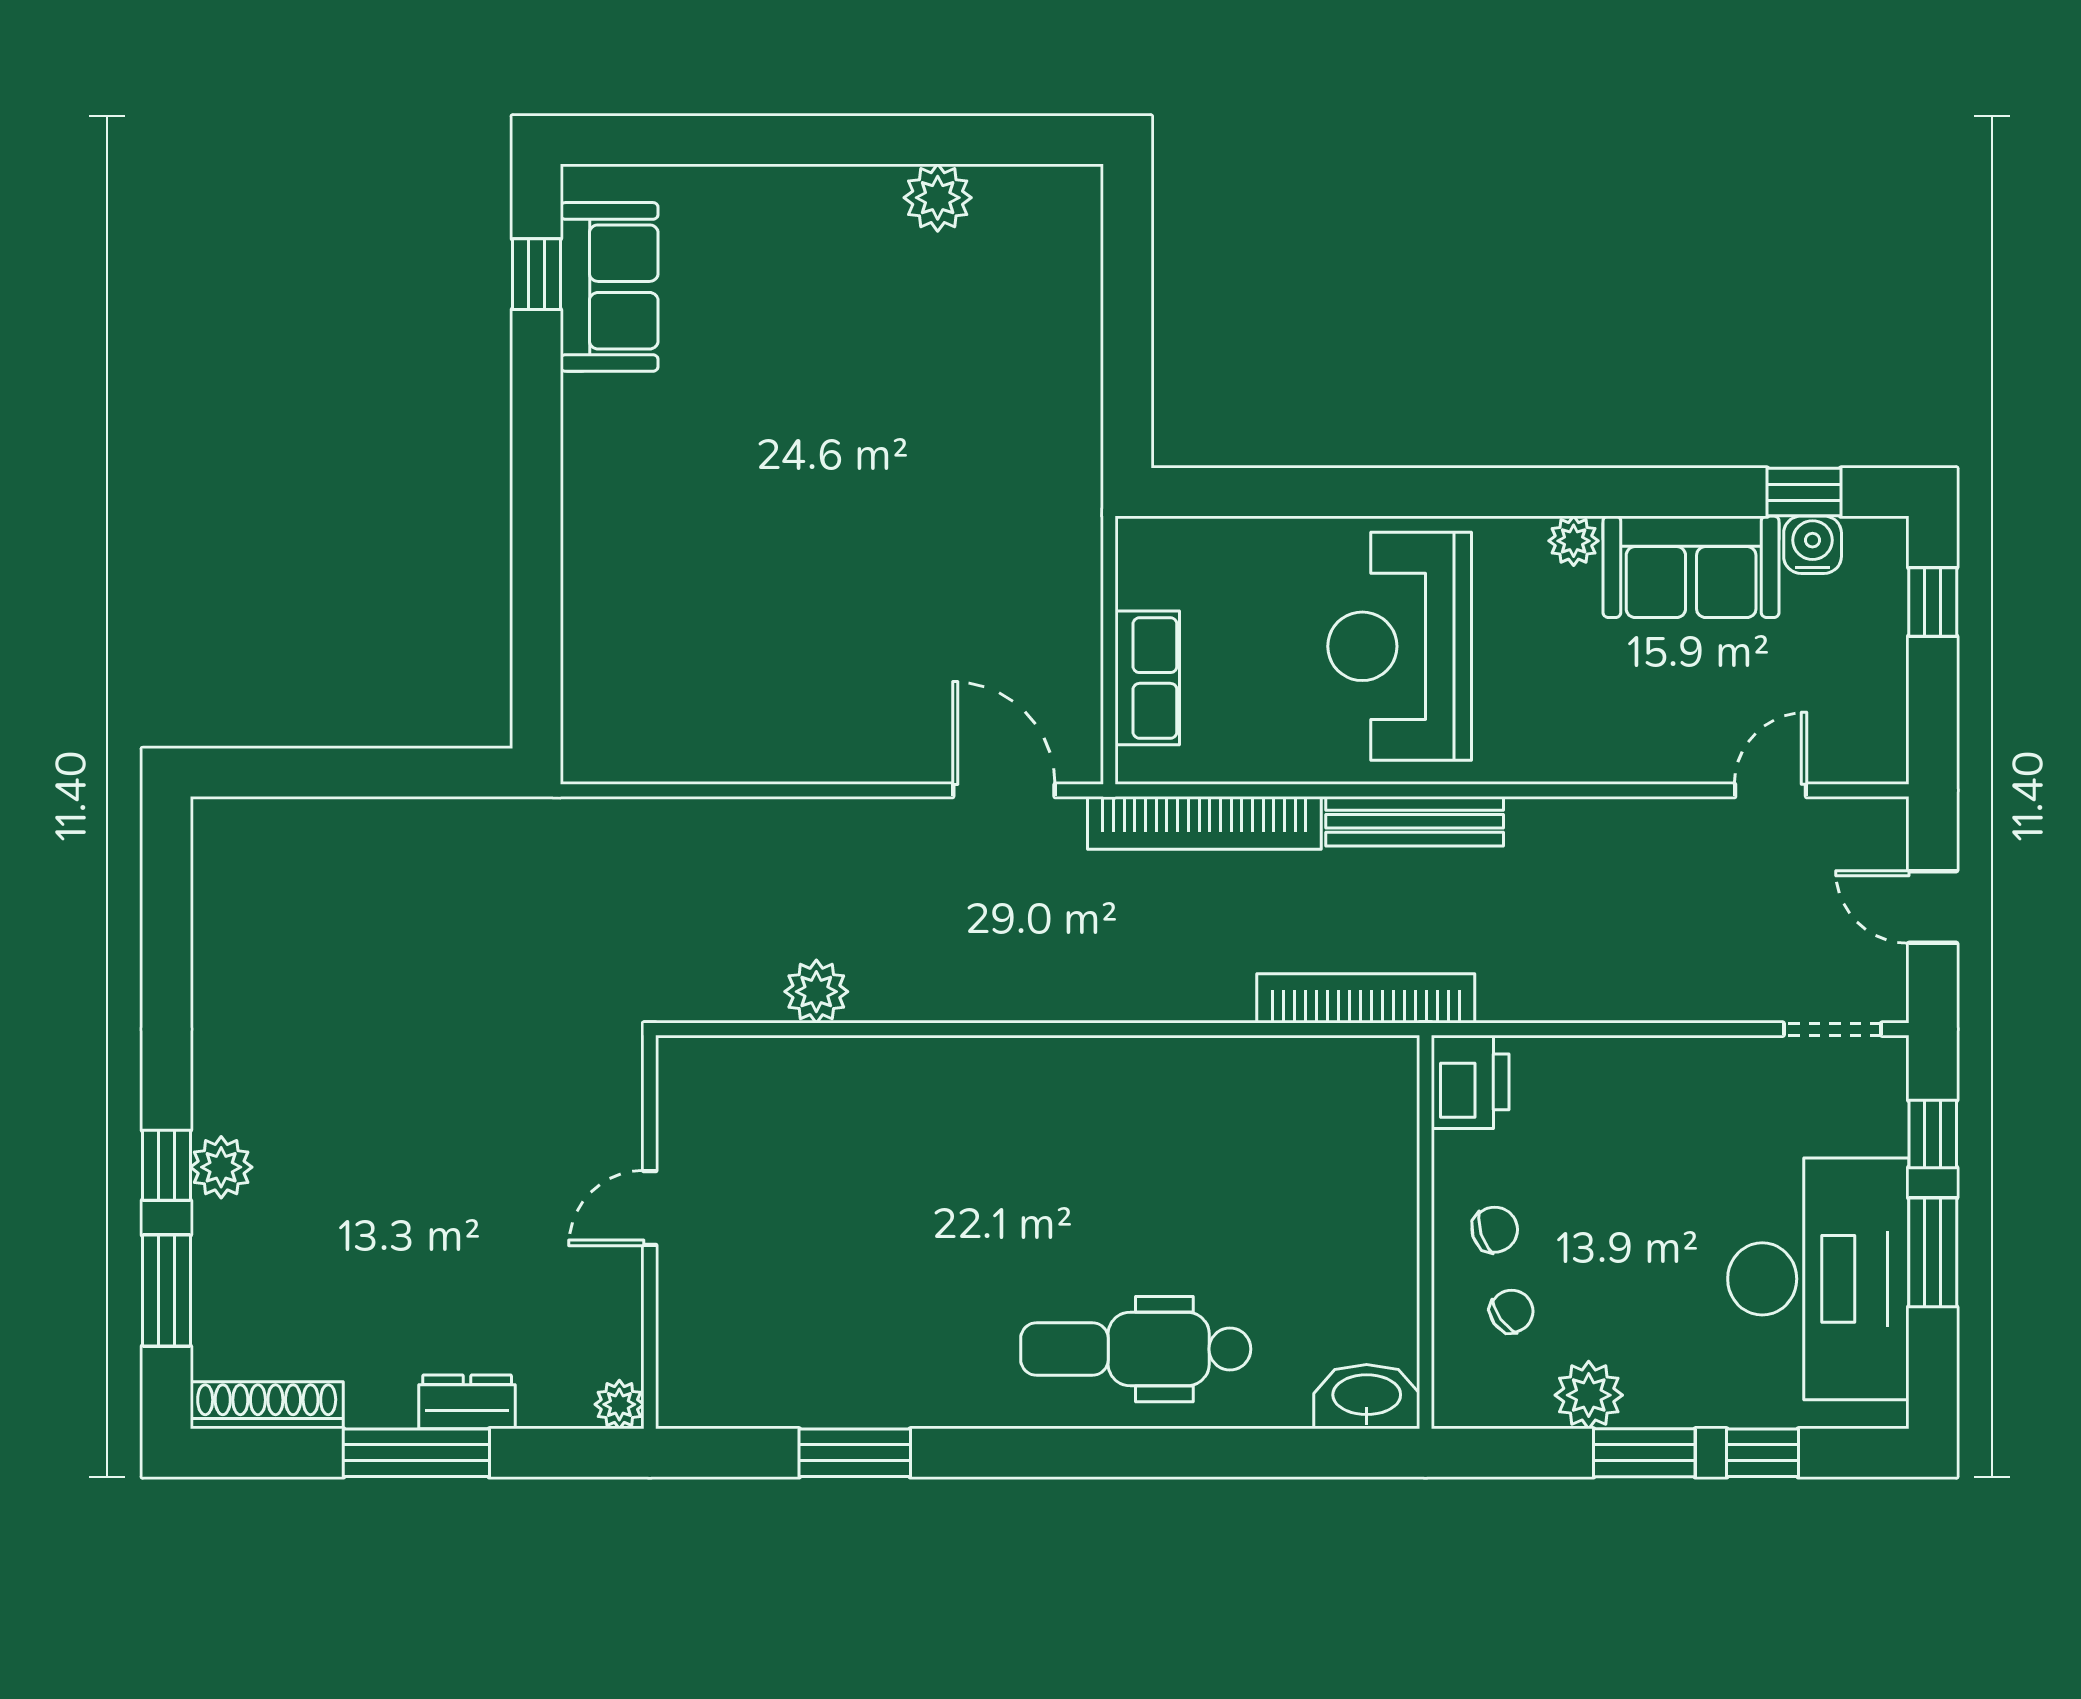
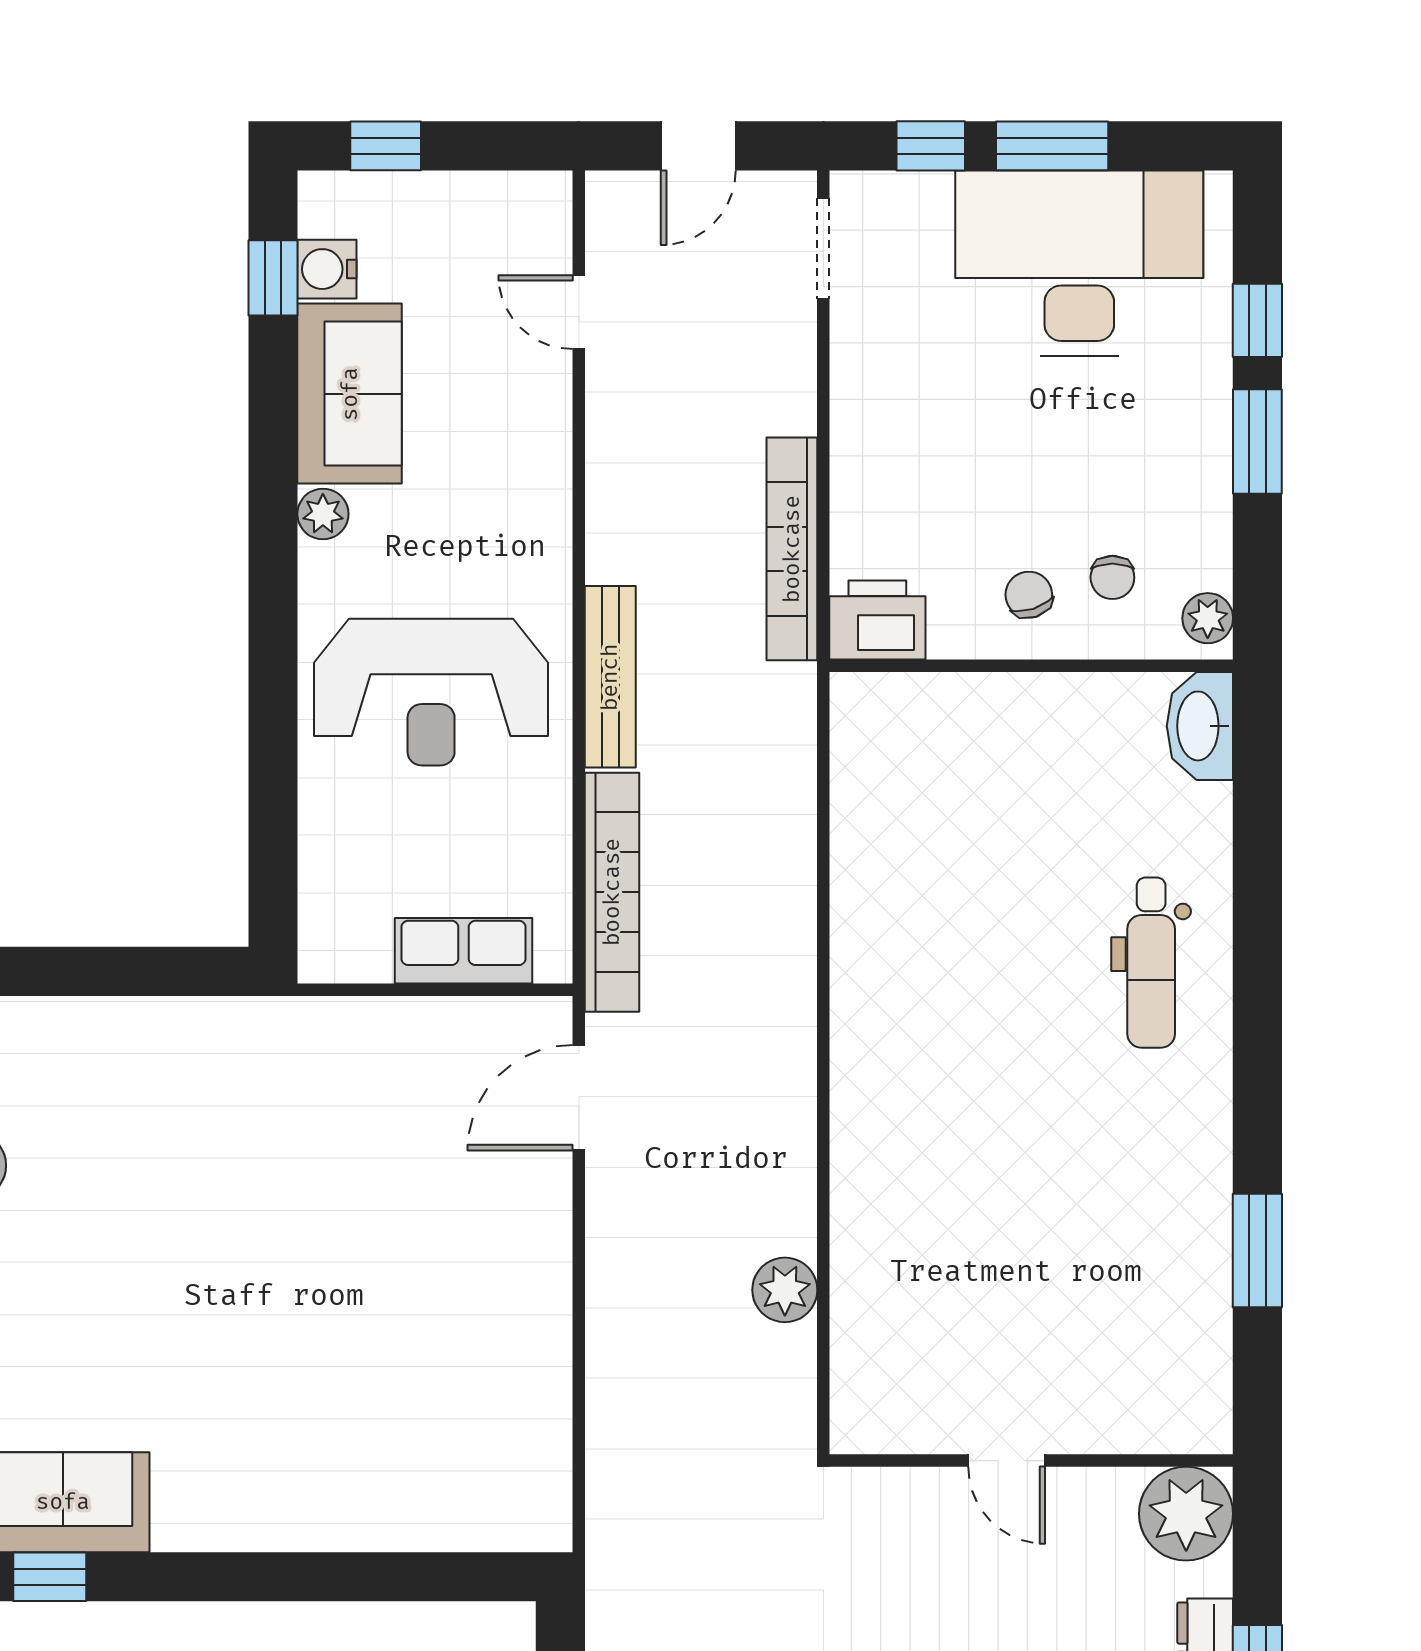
bookcase: (1366, 998) -> (792, 549), moved
chair: (1512, 1311) -> (1112, 577), turned -144
dental chair: (1136, 1349) -> (1151, 963), width x0.73, depth x0.72
plant: (1589, 1395) -> (1208, 618), moved, width x0.73, depth x0.73
plant: (619, 1404) -> (1186, 1514), width x1.87, depth x1.87

